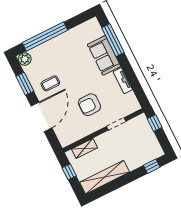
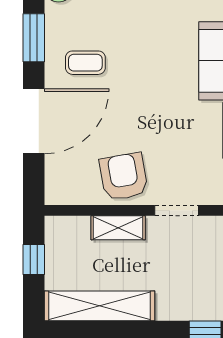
armchair: (89, 105) -> (124, 177), moved, turned 80
shelving: (84, 148) -> (118, 228), moved

